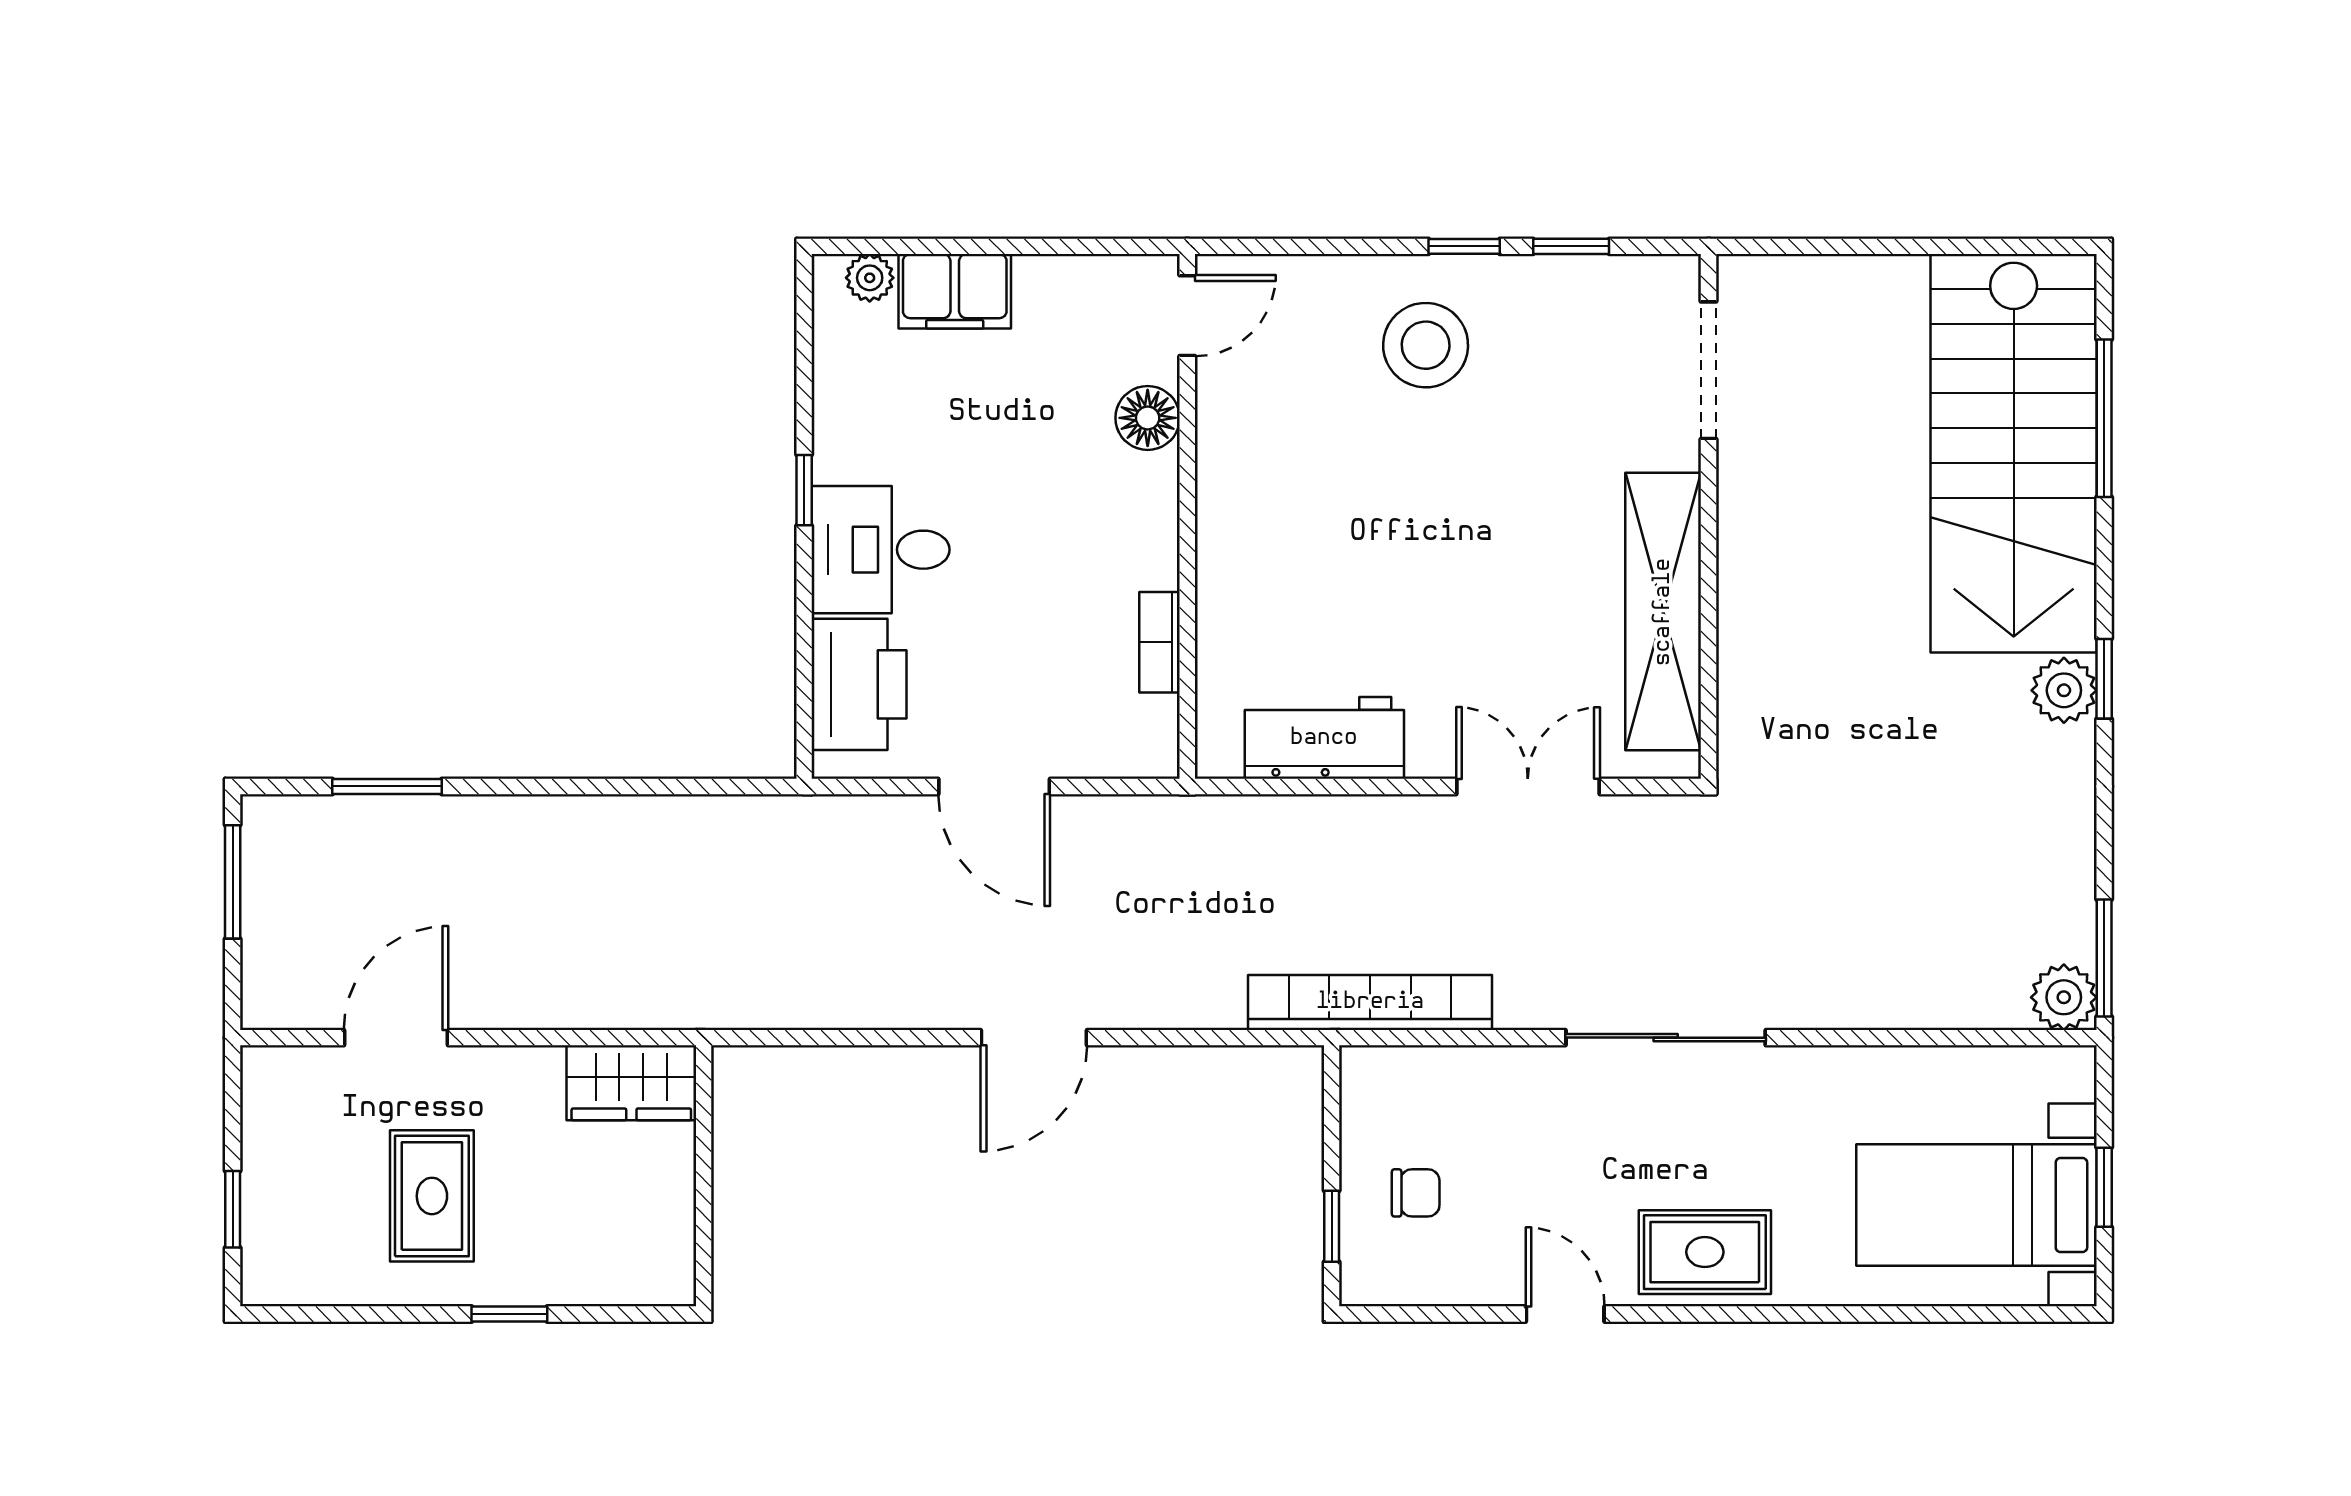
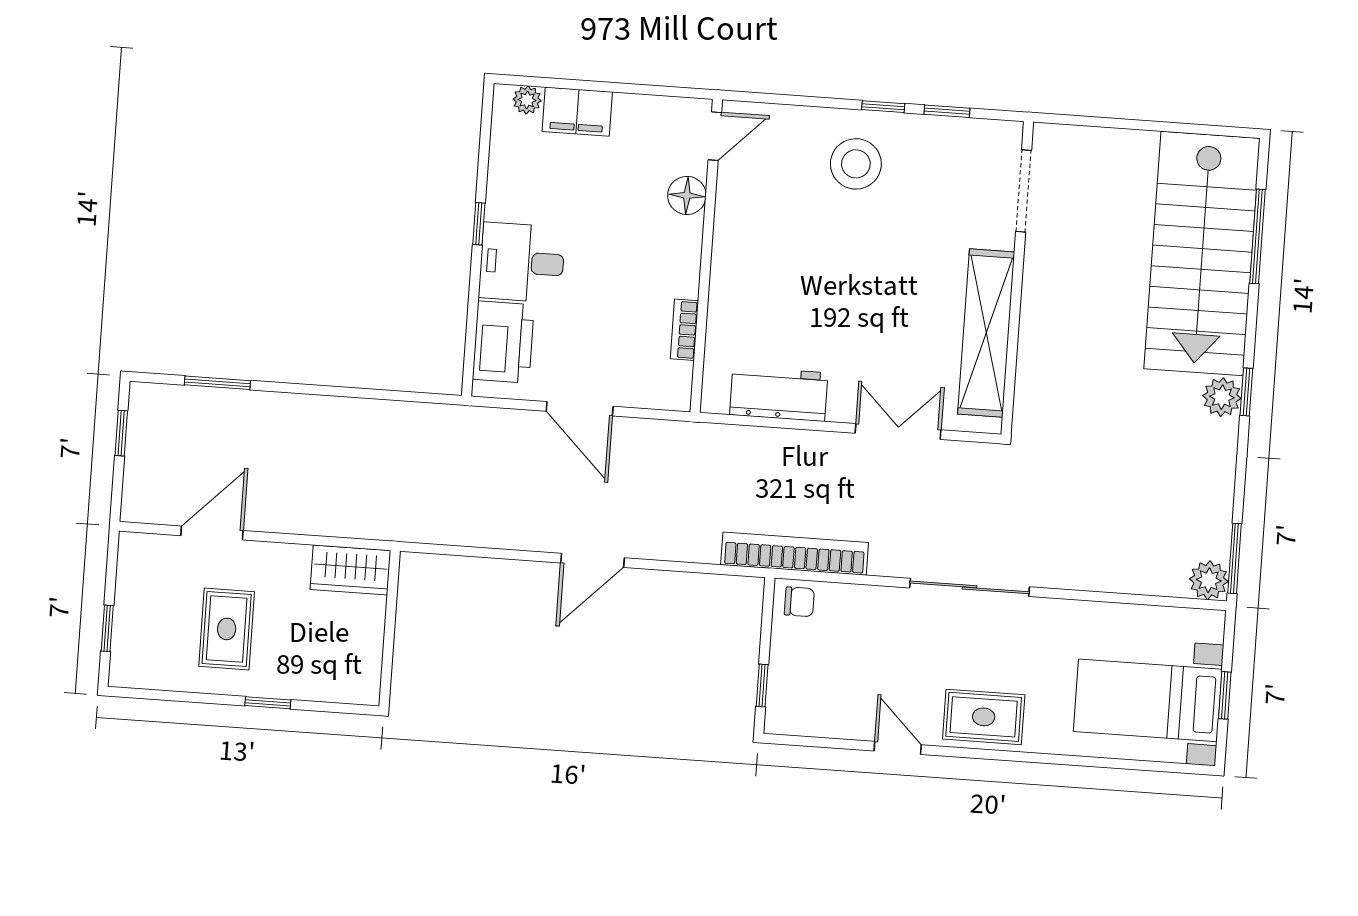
window: (233, 882) -> (121, 433), width x0.67
chair: (1416, 1193) -> (799, 602), moved

